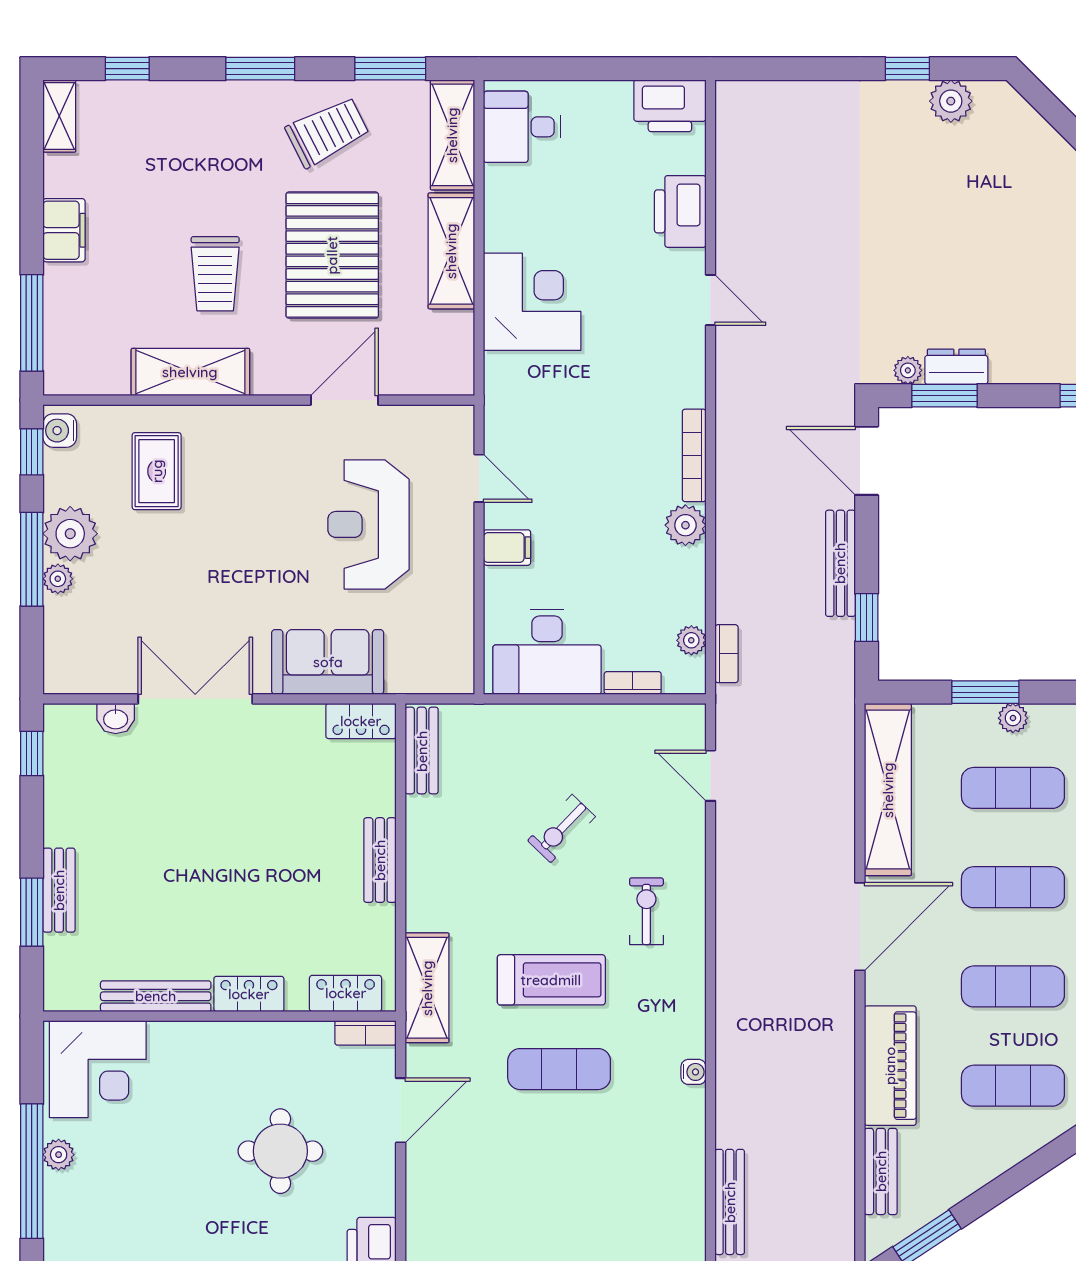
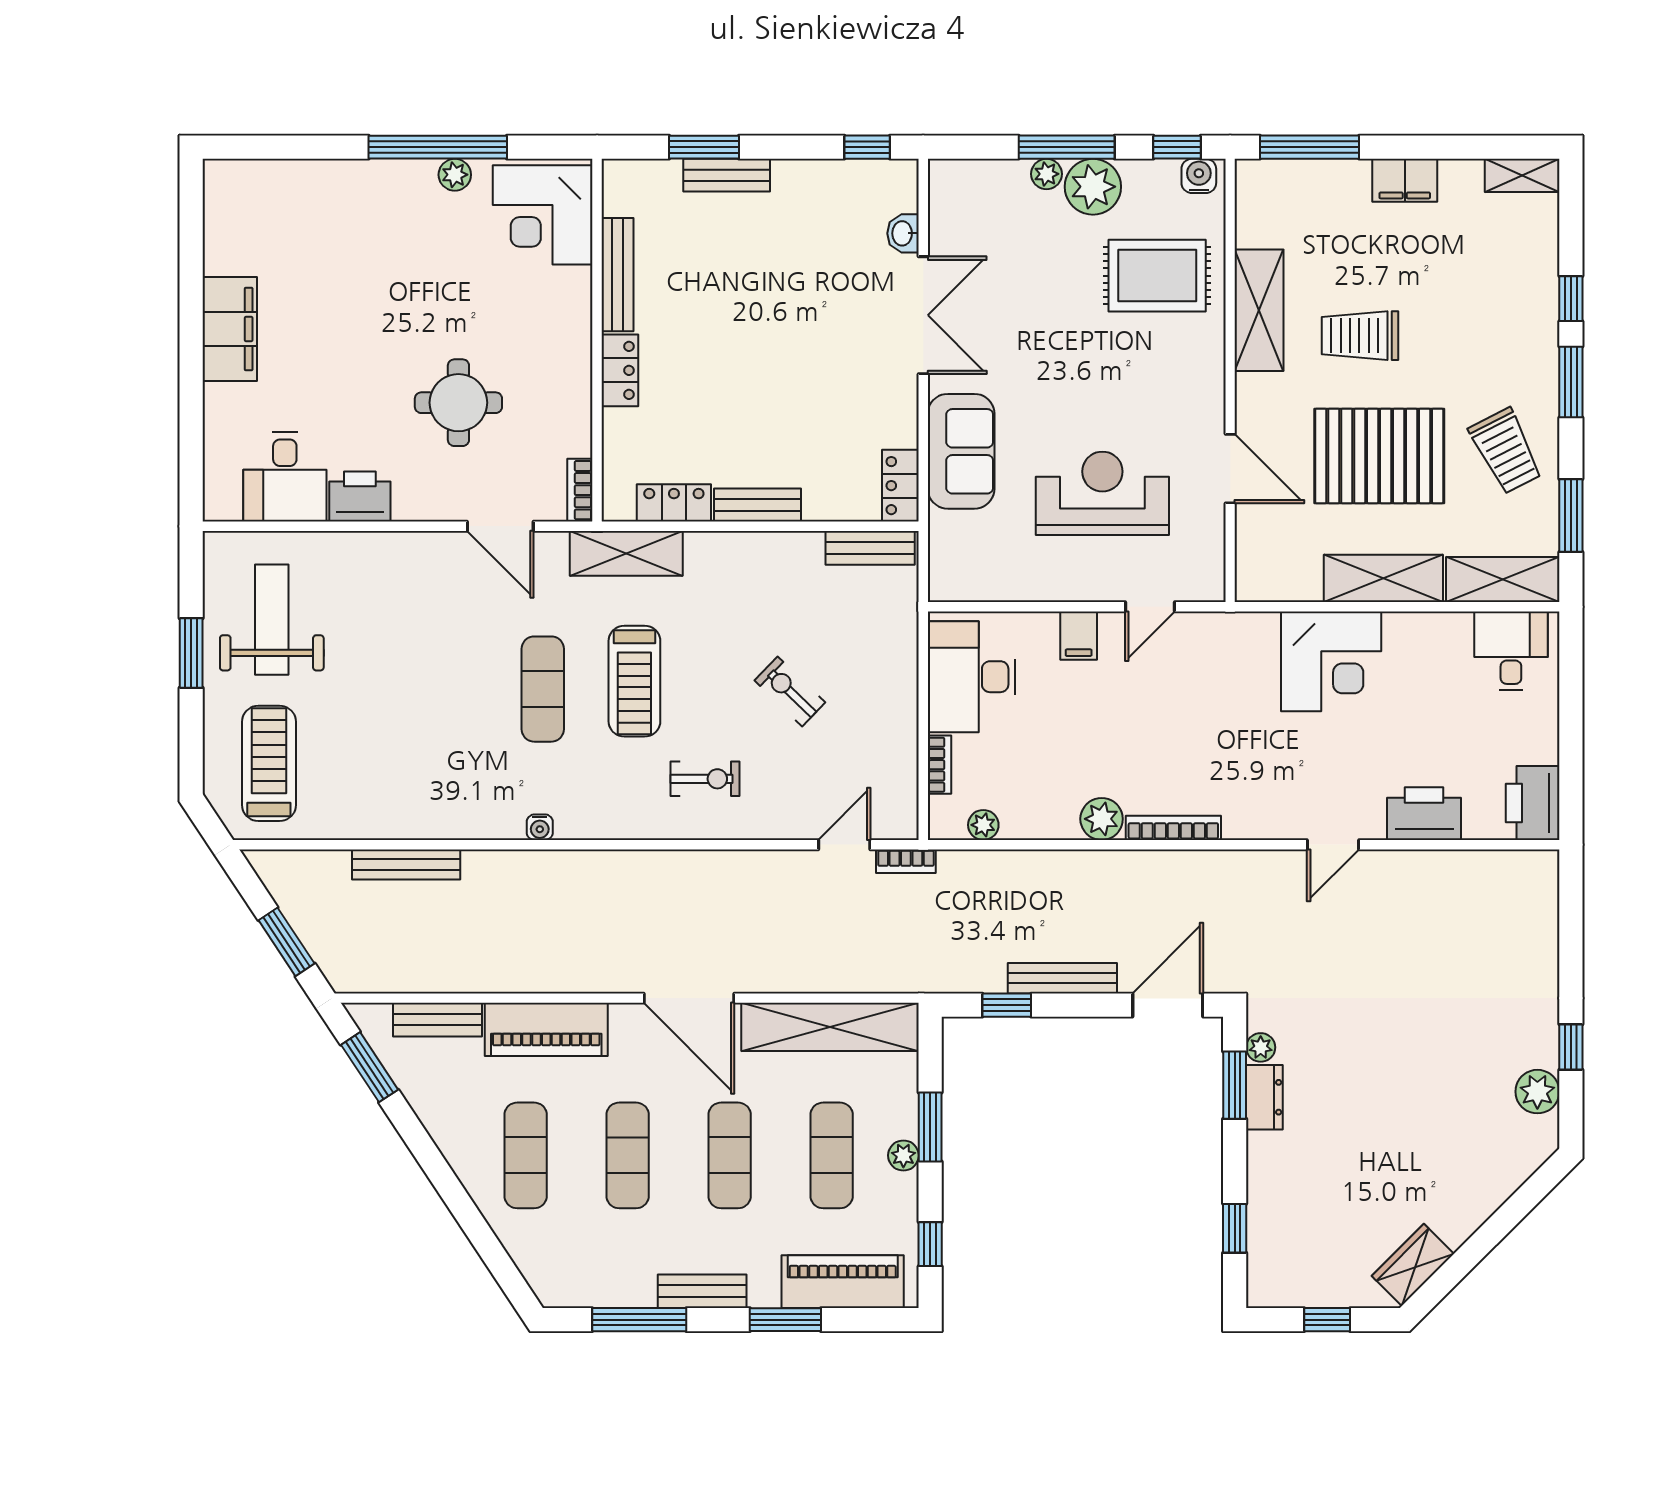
window: (127, 69) -> (1571, 299), moved
rug: (157, 471) -> (1157, 276), width x1.36, depth x1.43
bookcase: (727, 654) -> (906, 861), moved
locker: (346, 993) -> (674, 503), moved, turned -90

